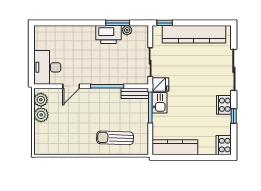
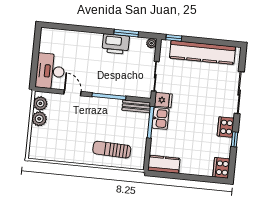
plant: (127, 30) -> (152, 43), moved
door: (71, 86) -> (72, 93), swing flipped
kitchen counter: (175, 147) -> (164, 164), width x0.67

